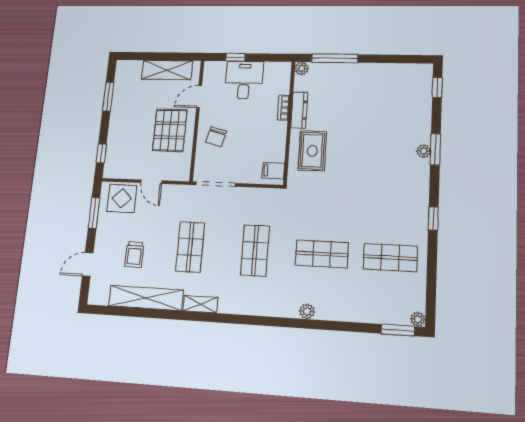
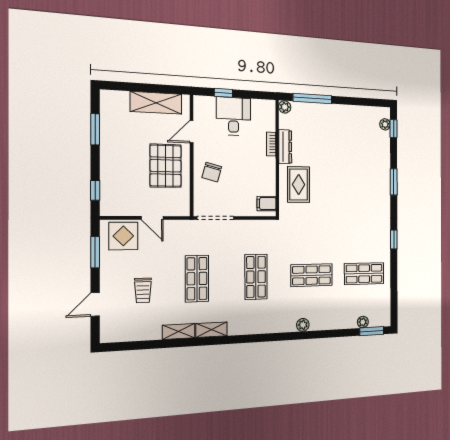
plant: (424, 151) -> (385, 124), moved
shelving: (146, 298) -> (179, 331), width x0.45, depth x0.75
plant: (418, 319) -> (363, 322), moved

